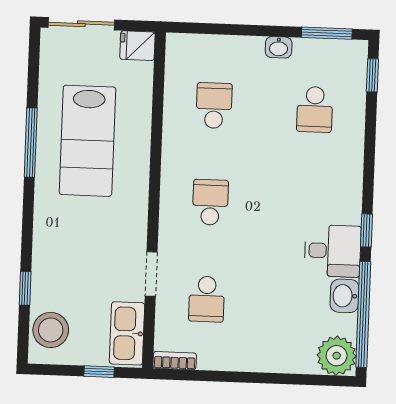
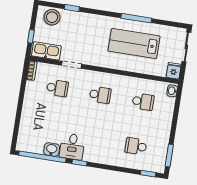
washbasin: (279, 47) -> (172, 91), moved
school desk: (207, 299) -> (57, 88), turned 180
plant: (337, 356) -> (25, 143), removed

